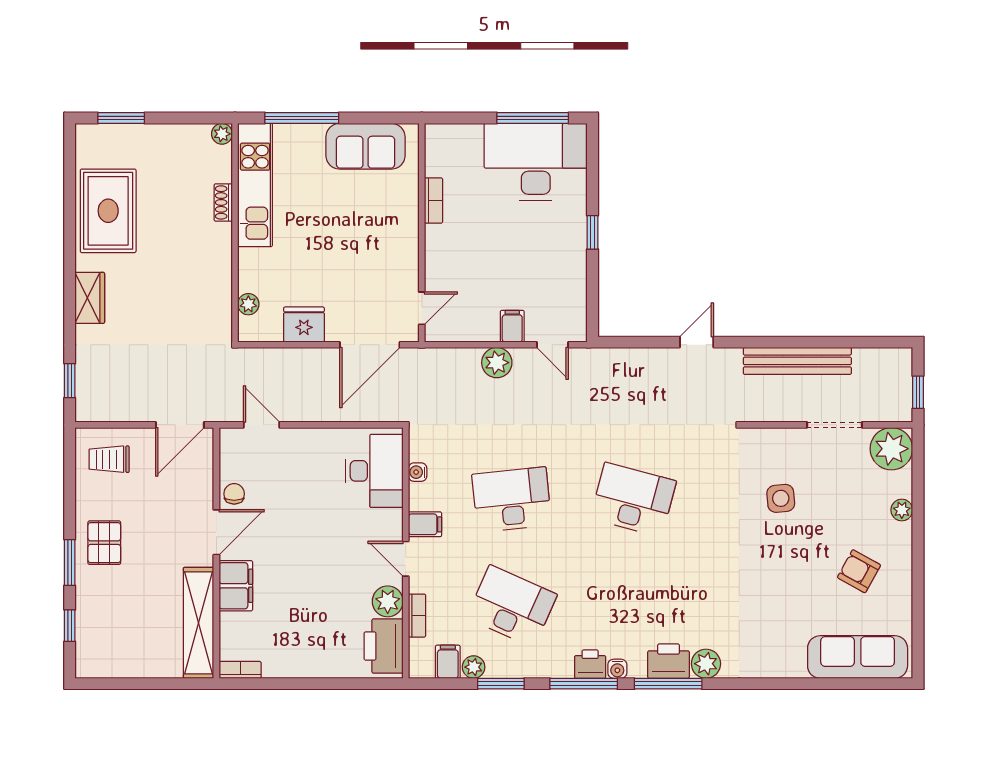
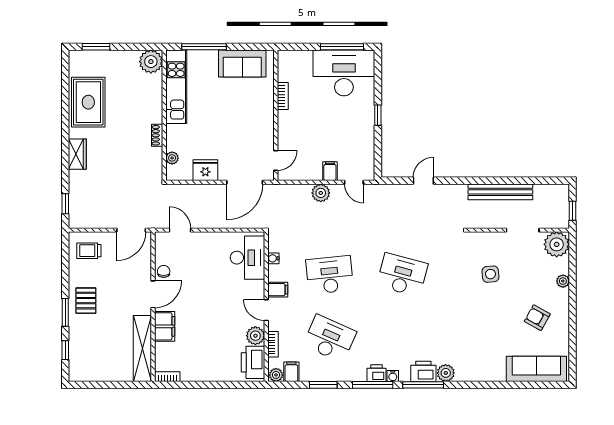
plant: (222, 134) -> (151, 62), width x1.88, depth x1.88
shoe rack: (223, 202) -> (157, 135), moved
door: (697, 342) -> (423, 181), moved
plant: (474, 667) -> (276, 375), moved

